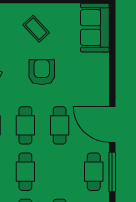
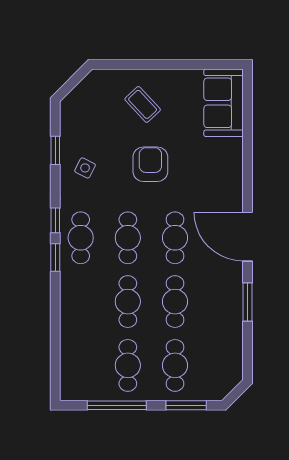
cafe table: (94, 172) -> (175, 302), moved
window: (112, 172) -> (248, 302), width x0.69

